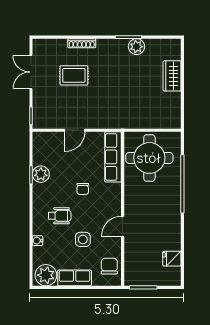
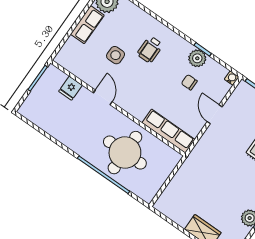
round table: (149, 158) -> (125, 153), moved
chair: (83, 189) -> (189, 82), moved
water cooler: (38, 241) -> (232, 78), moved
fridge: (172, 259) -> (70, 88), moved, turned 180
chair: (109, 266) -> (77, 62), removed

